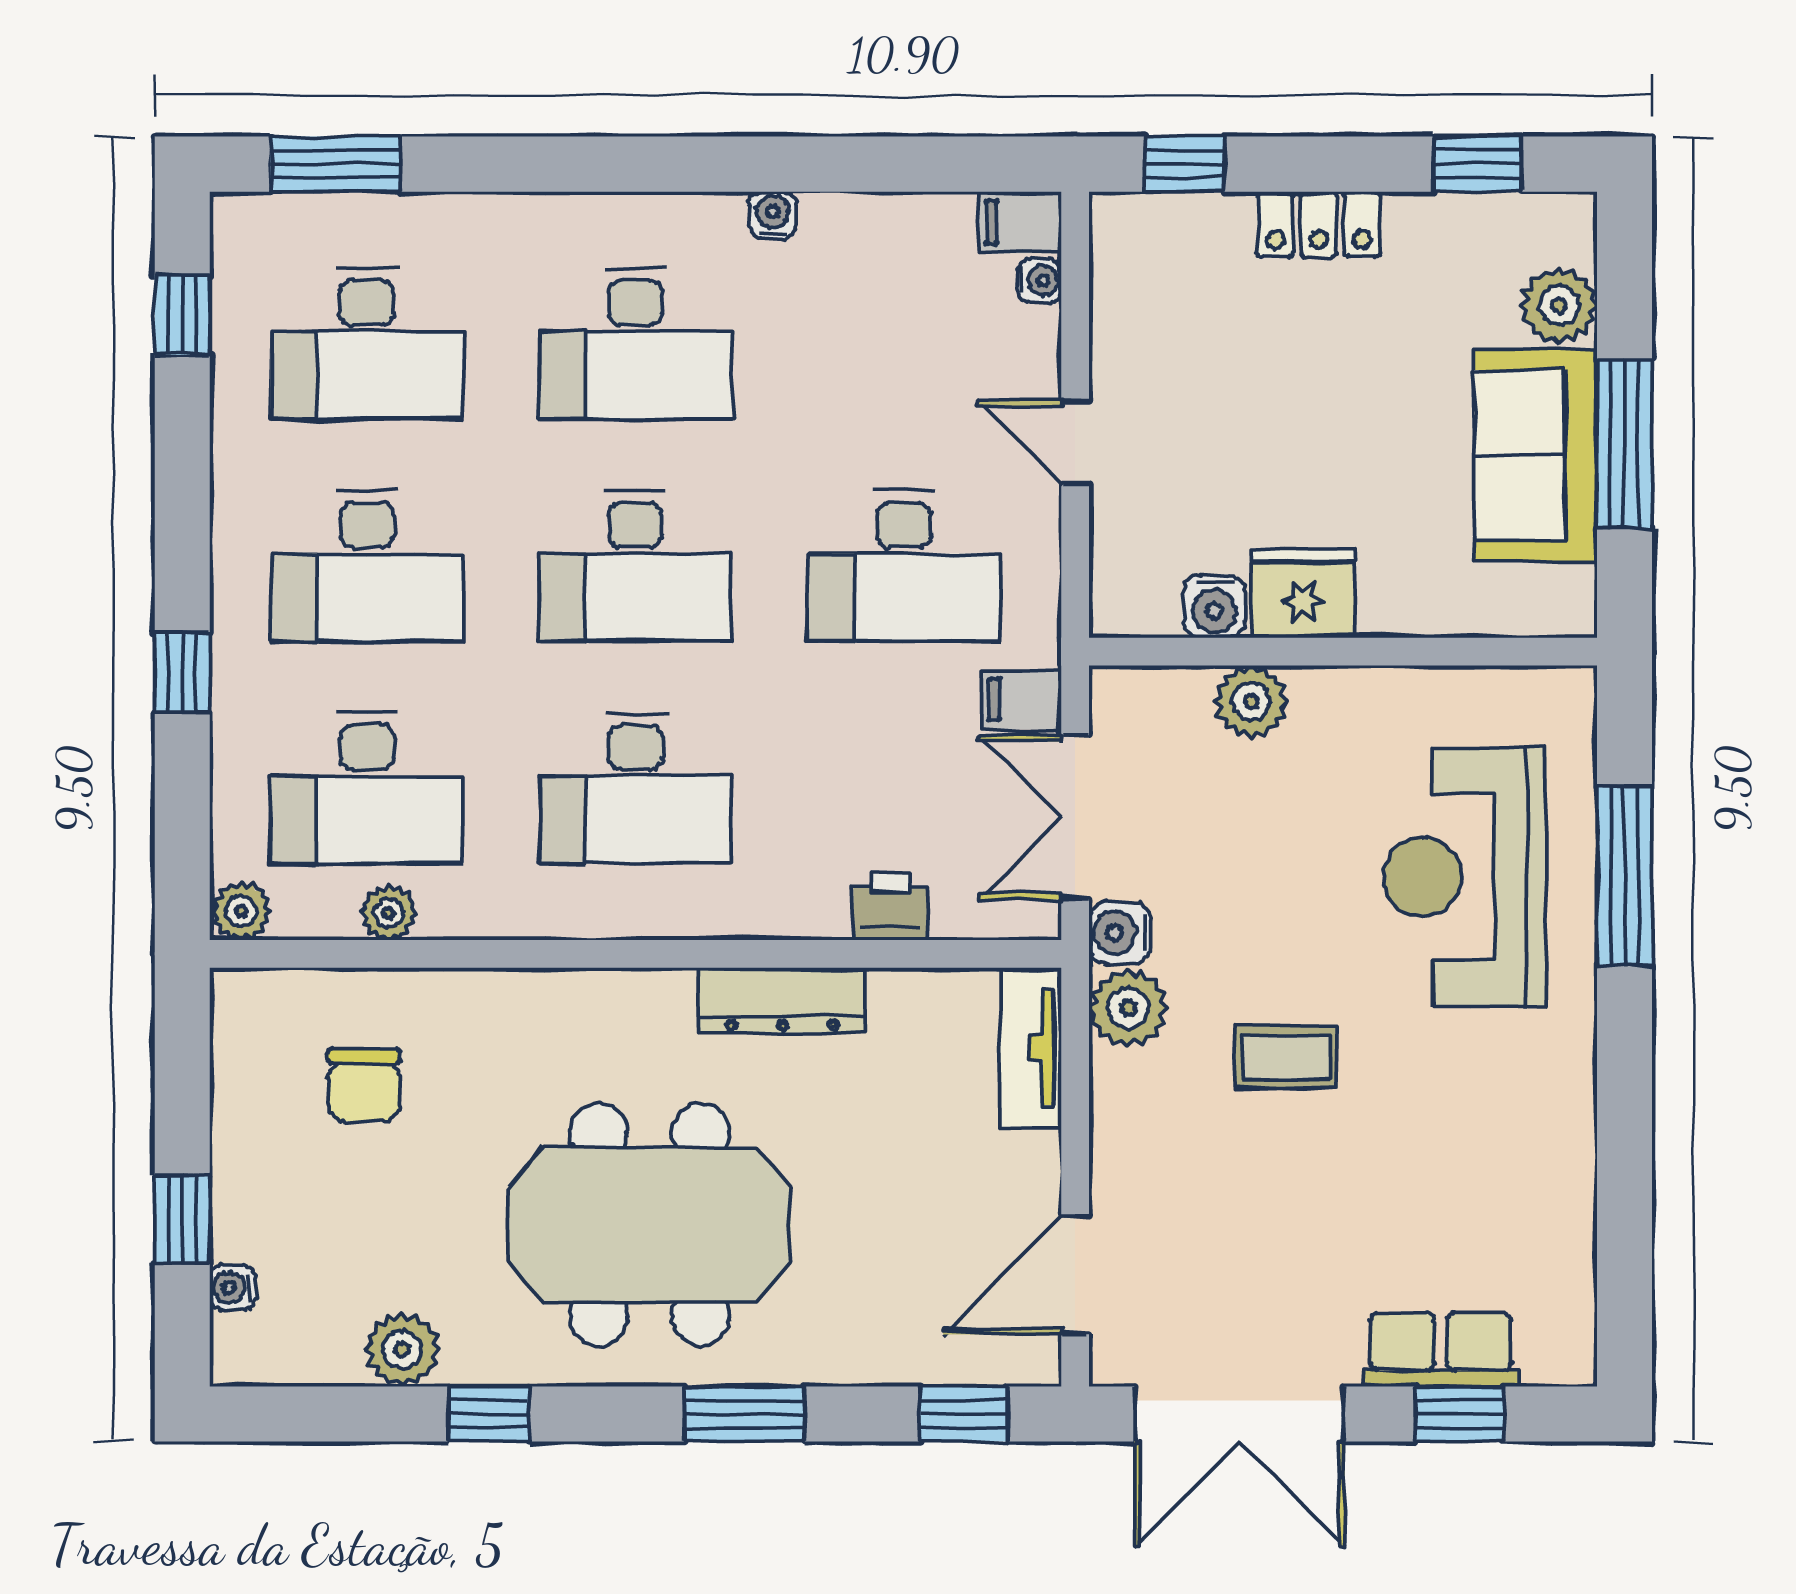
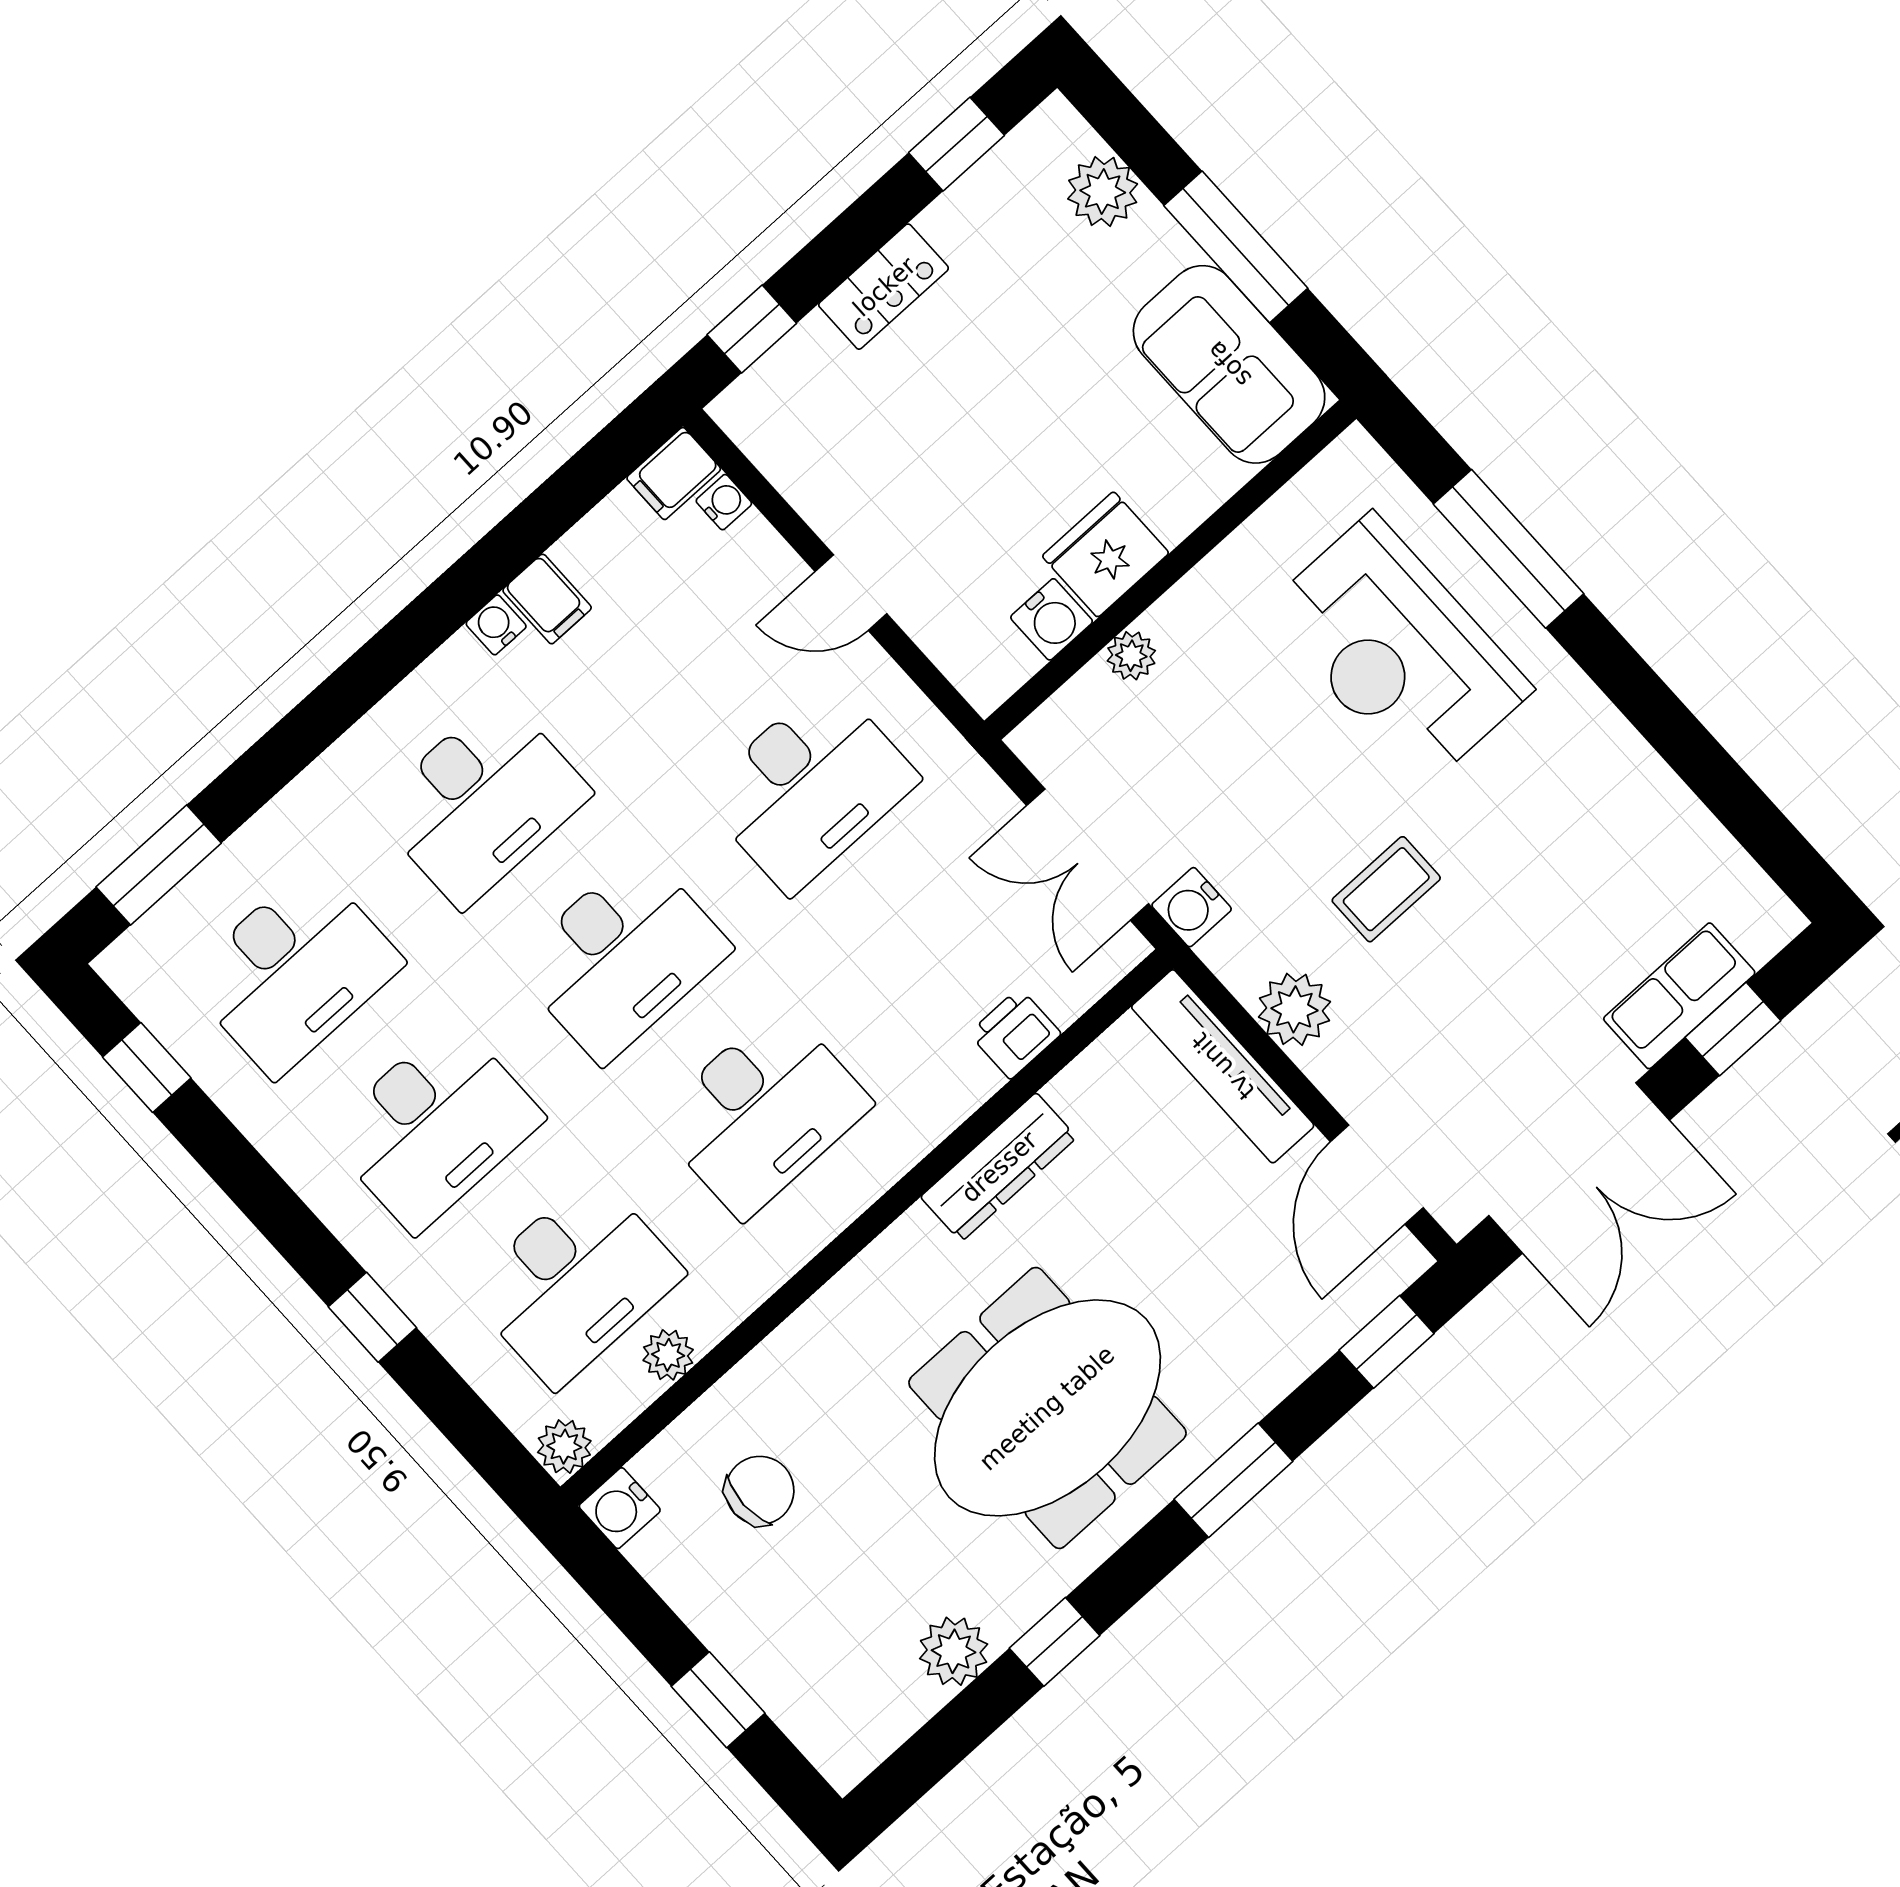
sofa: (1536, 455) -> (1229, 364), moved
filing cabinet: (1022, 700) -> (547, 599), moved, turned -90
plant: (1251, 701) -> (1131, 656), width x0.73, depth x0.73
plant: (1128, 1008) -> (1294, 1009), moved
tv unit: (1031, 1047) -> (1223, 1066), width x1.41
chair: (364, 1085) -> (760, 1490), turned -90
water cooler: (232, 1288) -> (620, 1508), moved, width x1.38, depth x1.38

